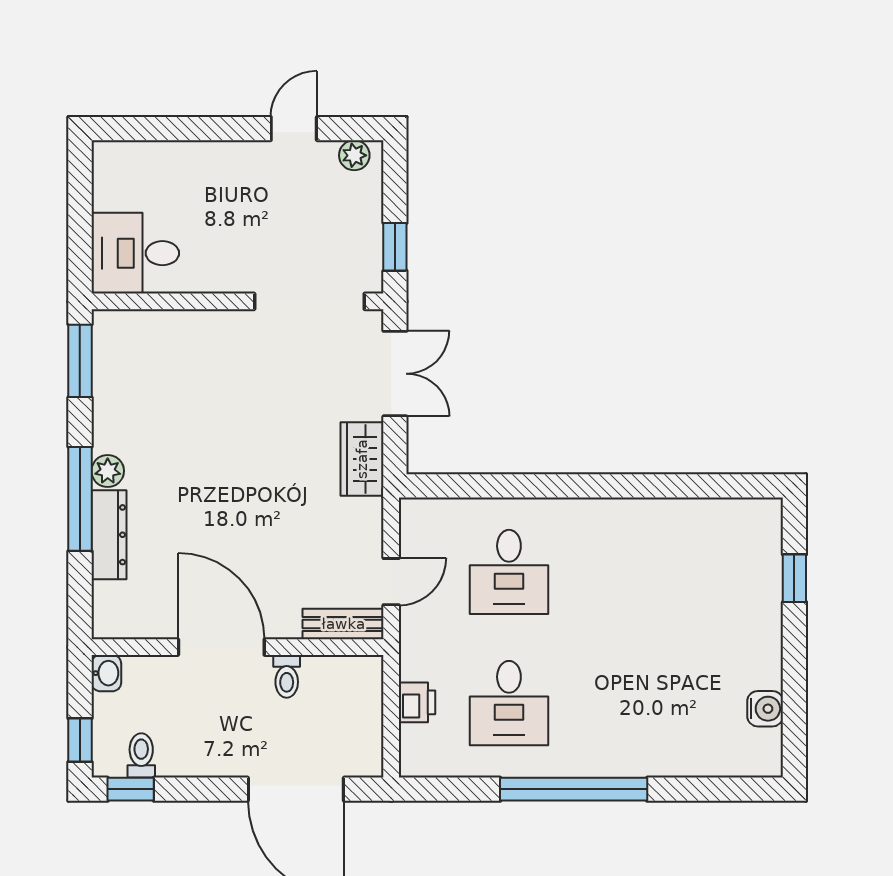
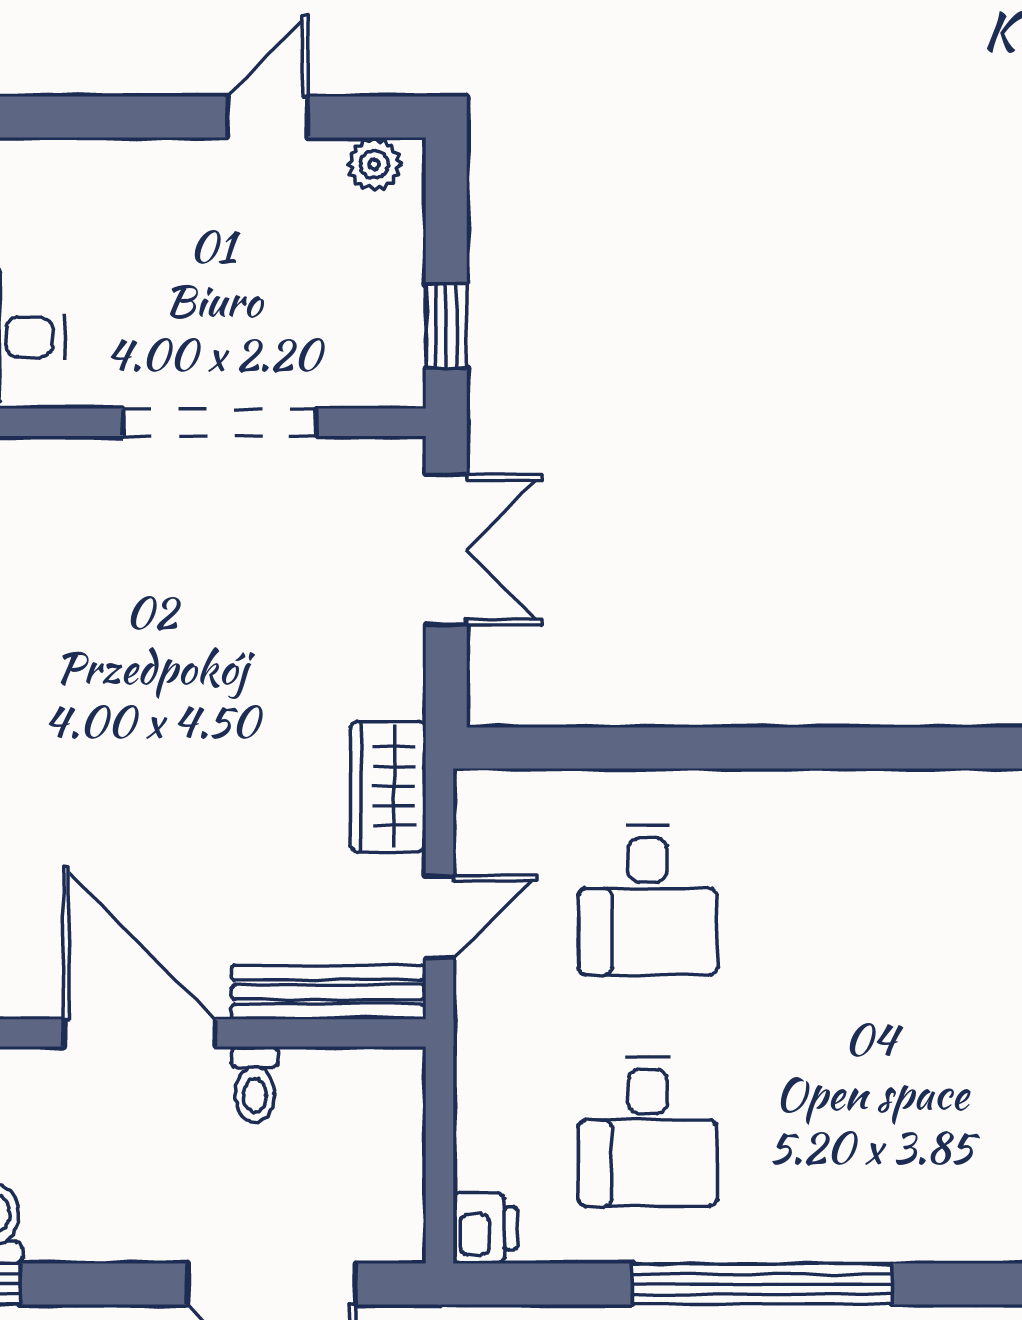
doorway: (309, 301) -> (220, 422), moved
wardrobe: (362, 459) -> (388, 786), moved
bench: (343, 624) -> (329, 992), width x1.36
printer: (417, 702) -> (485, 1228), moved

